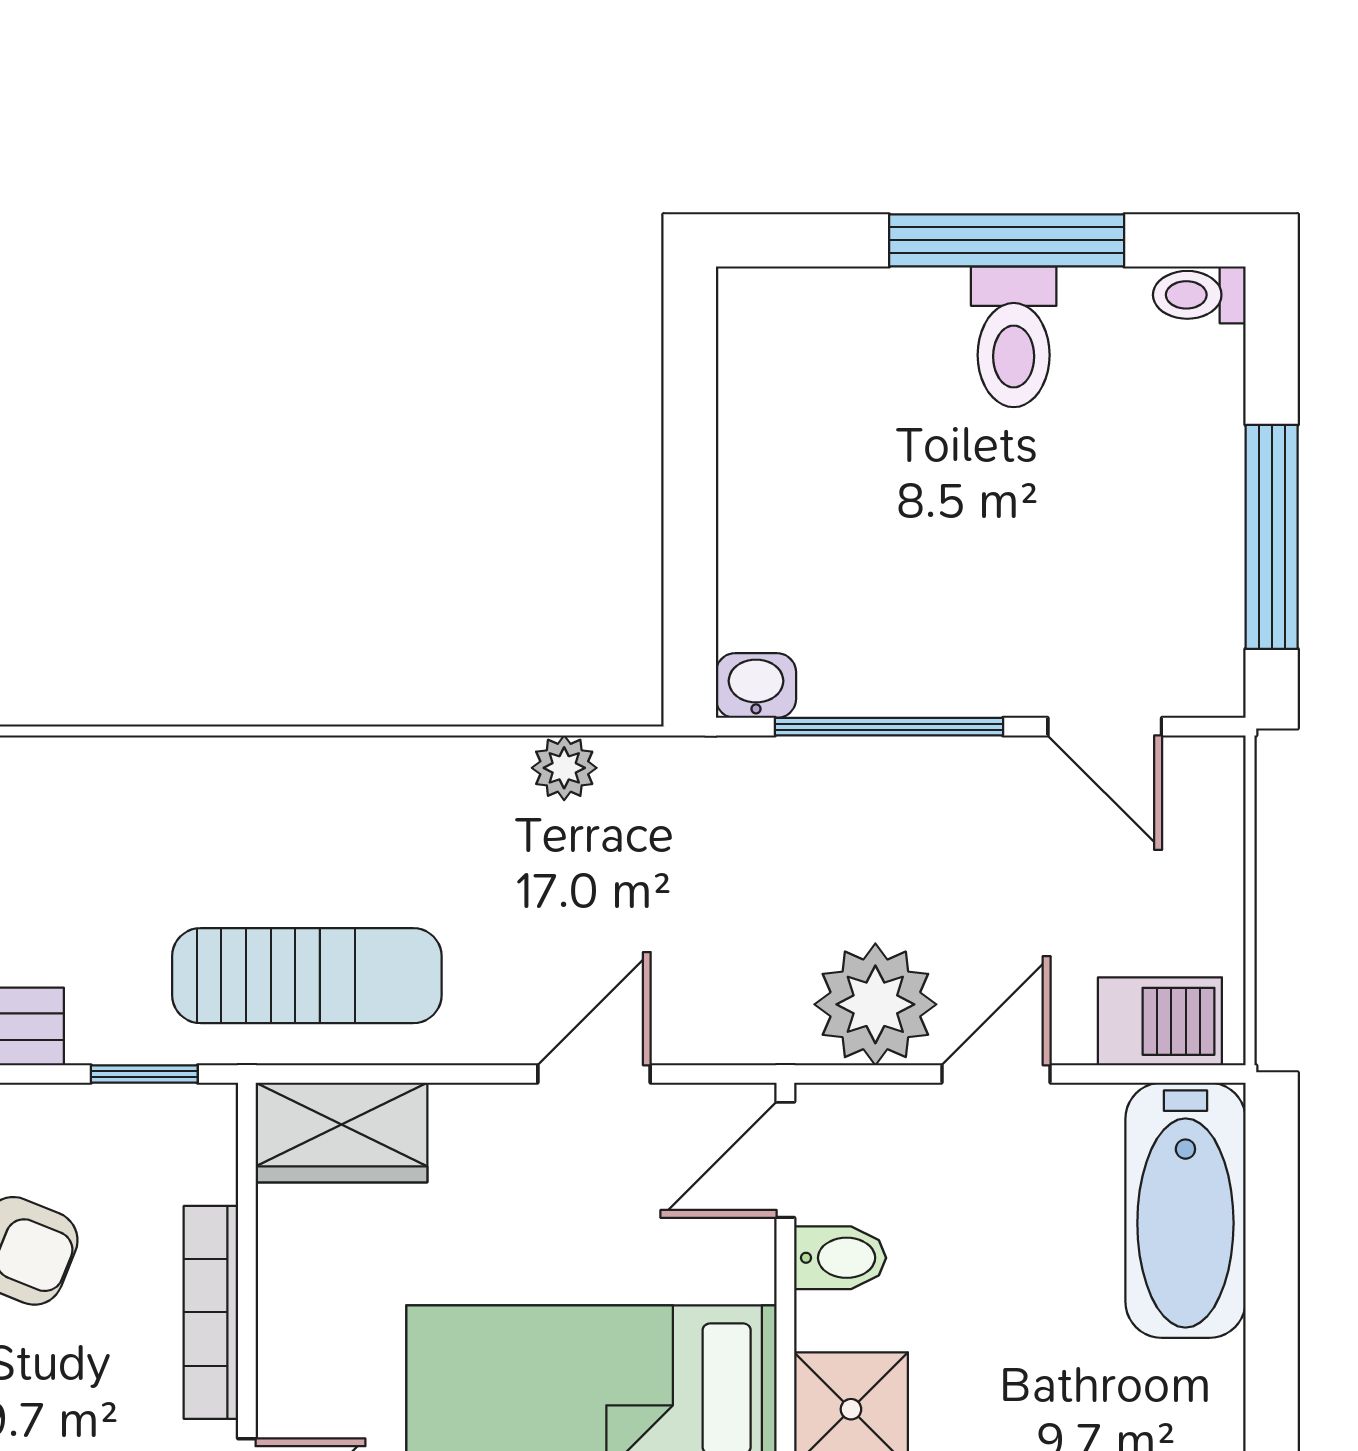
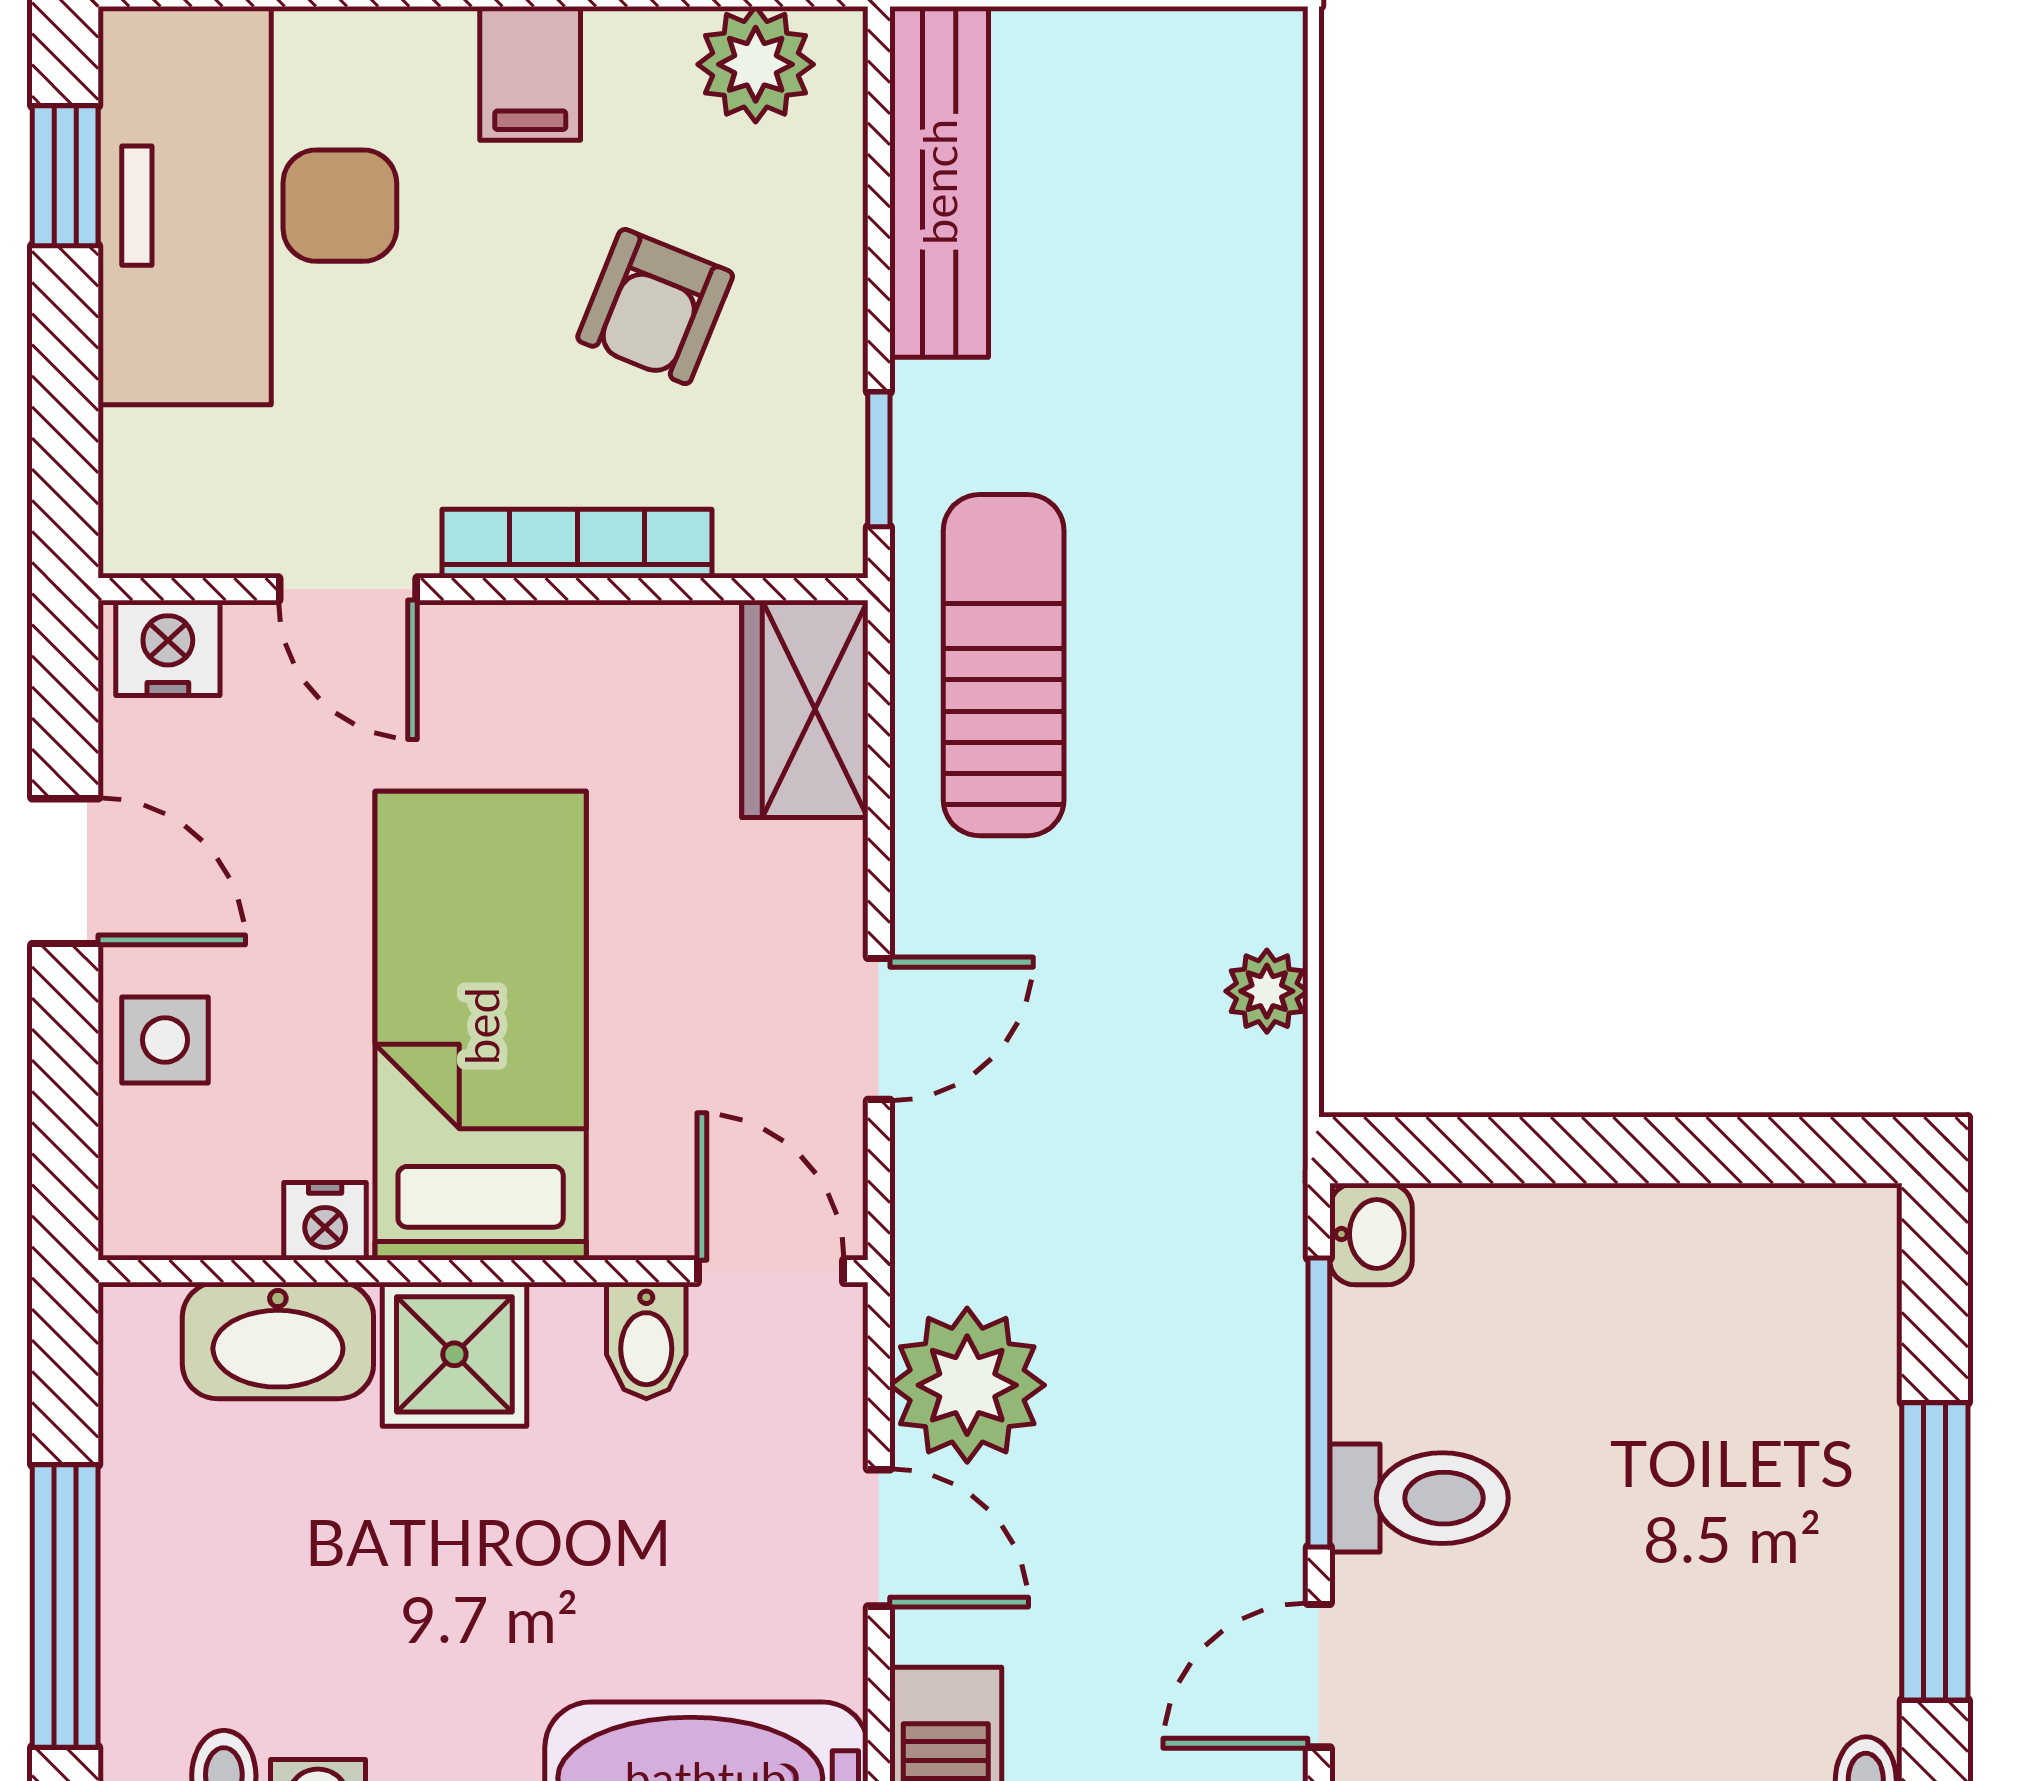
toilet: (1014, 337) -> (1419, 1498), moved, turned 180
sun lounger: (307, 976) -> (1004, 665), turned 180
door: (594, 1074) -> (879, 1029), hinge flipped

